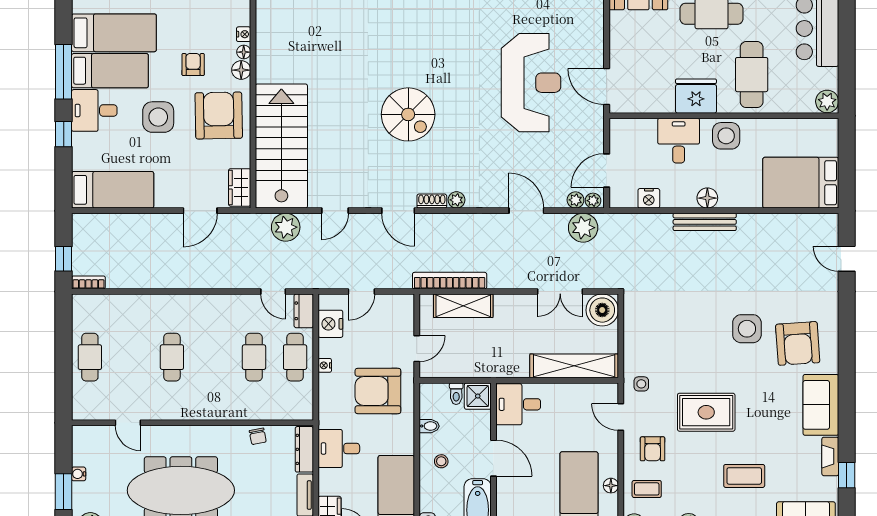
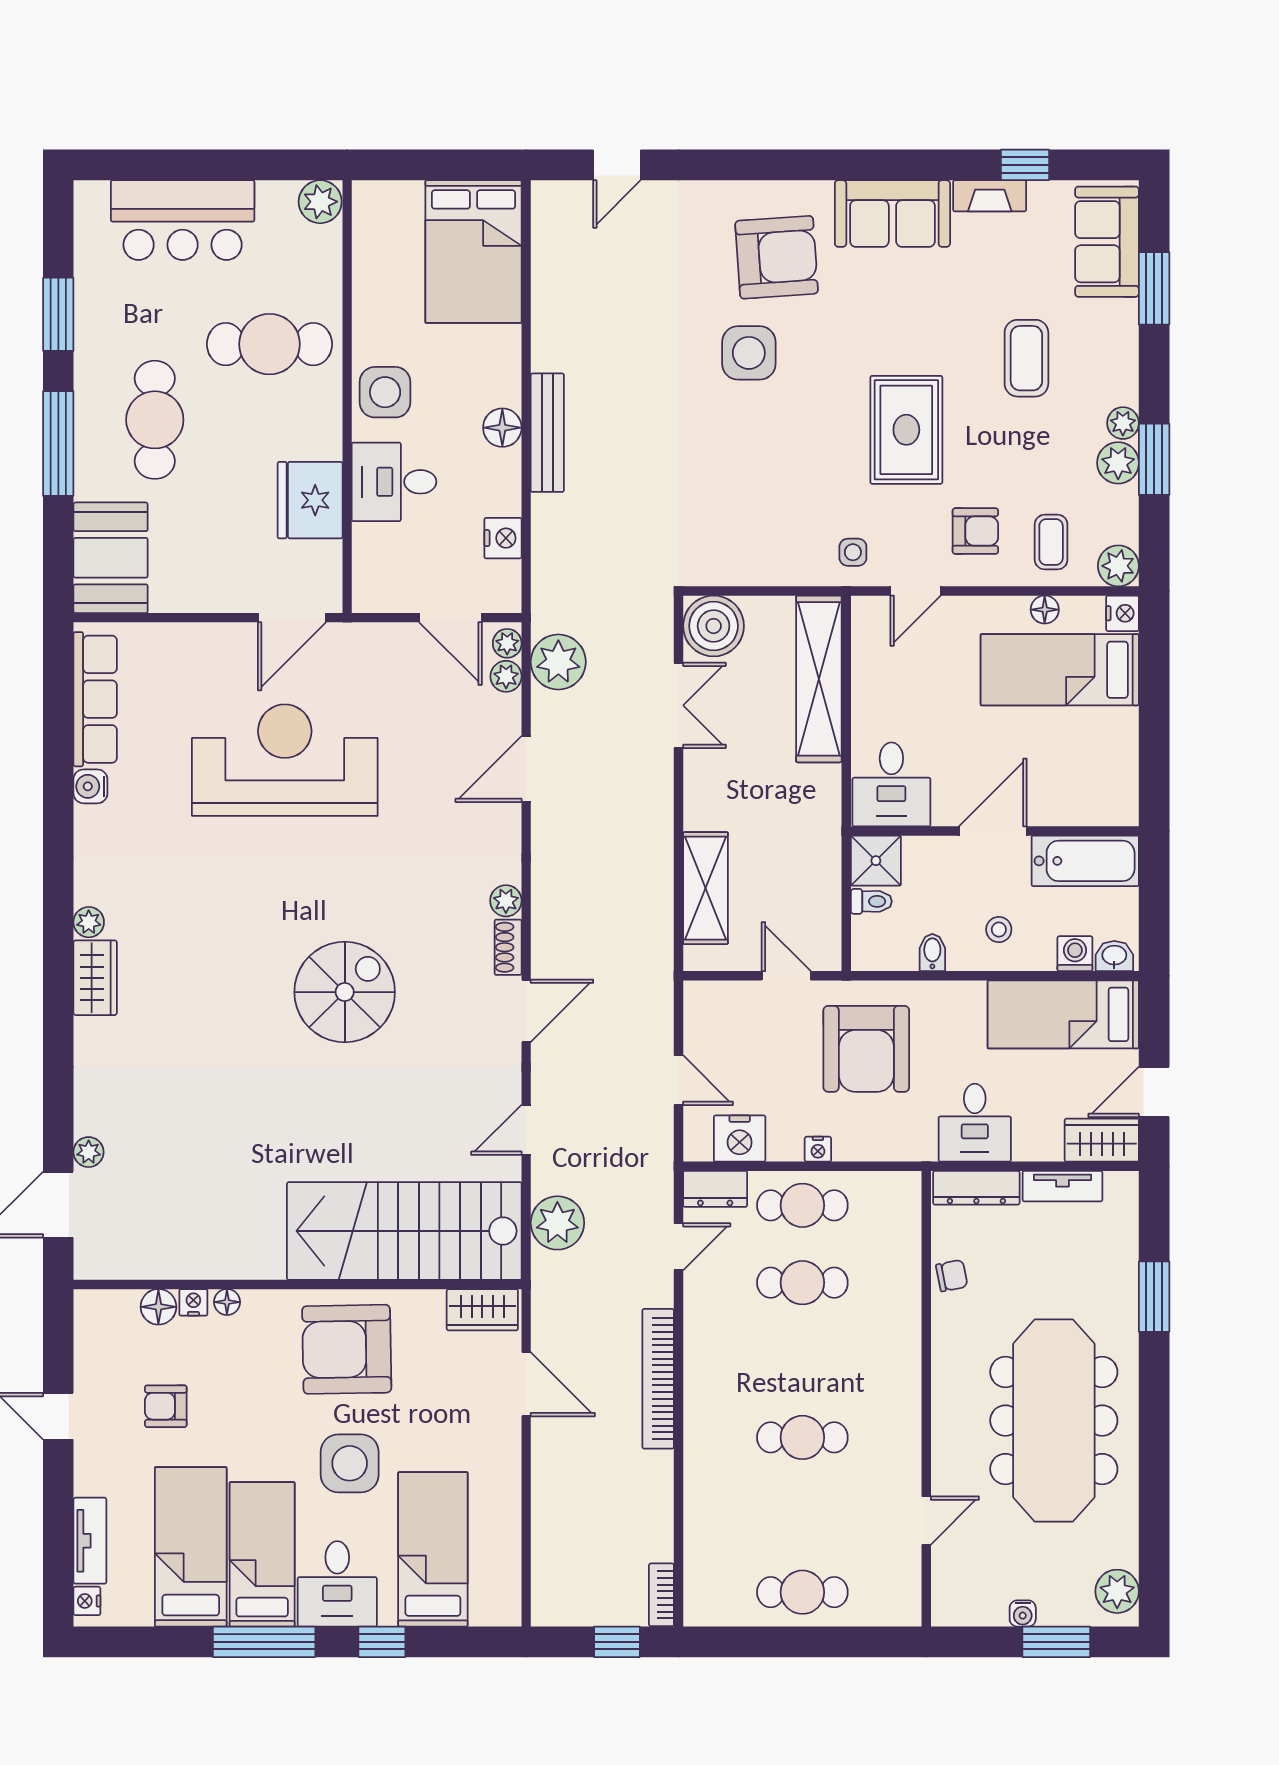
armchair: (193, 65) -> (166, 1406), moved
floor lamp: (241, 70) -> (158, 1307), moved
fridge: (696, 96) -> (310, 500), moved
bed: (113, 190) -> (433, 1549), moved
door: (335, 211) -> (526, 1130), swing flipped
bookcase: (450, 281) -> (658, 1379), moved
washing machine: (428, 502) -> (1075, 954), added

